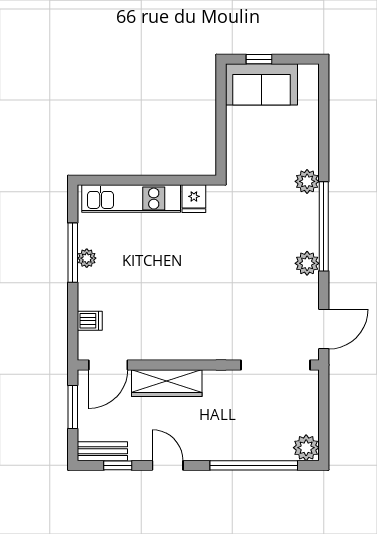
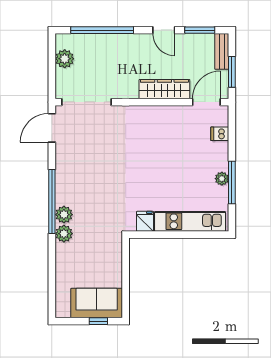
plant: (307, 263) -> (64, 215), moved
plant: (306, 448) -> (65, 59), moved
bench: (102, 451) -> (222, 51), moved, turned 90
window: (118, 465) -> (200, 30), width x1.50

